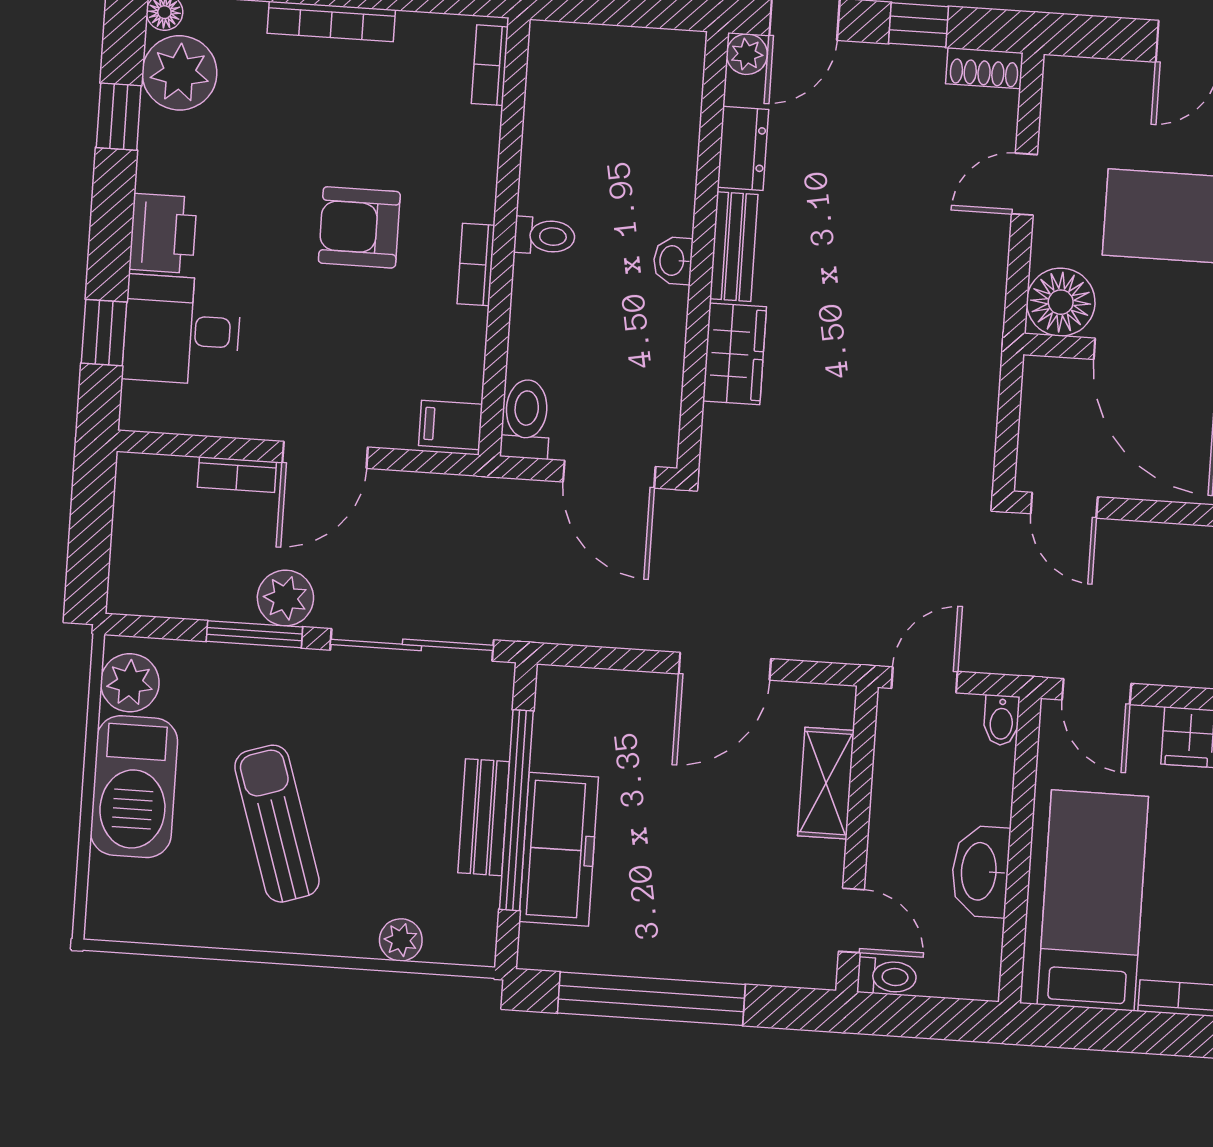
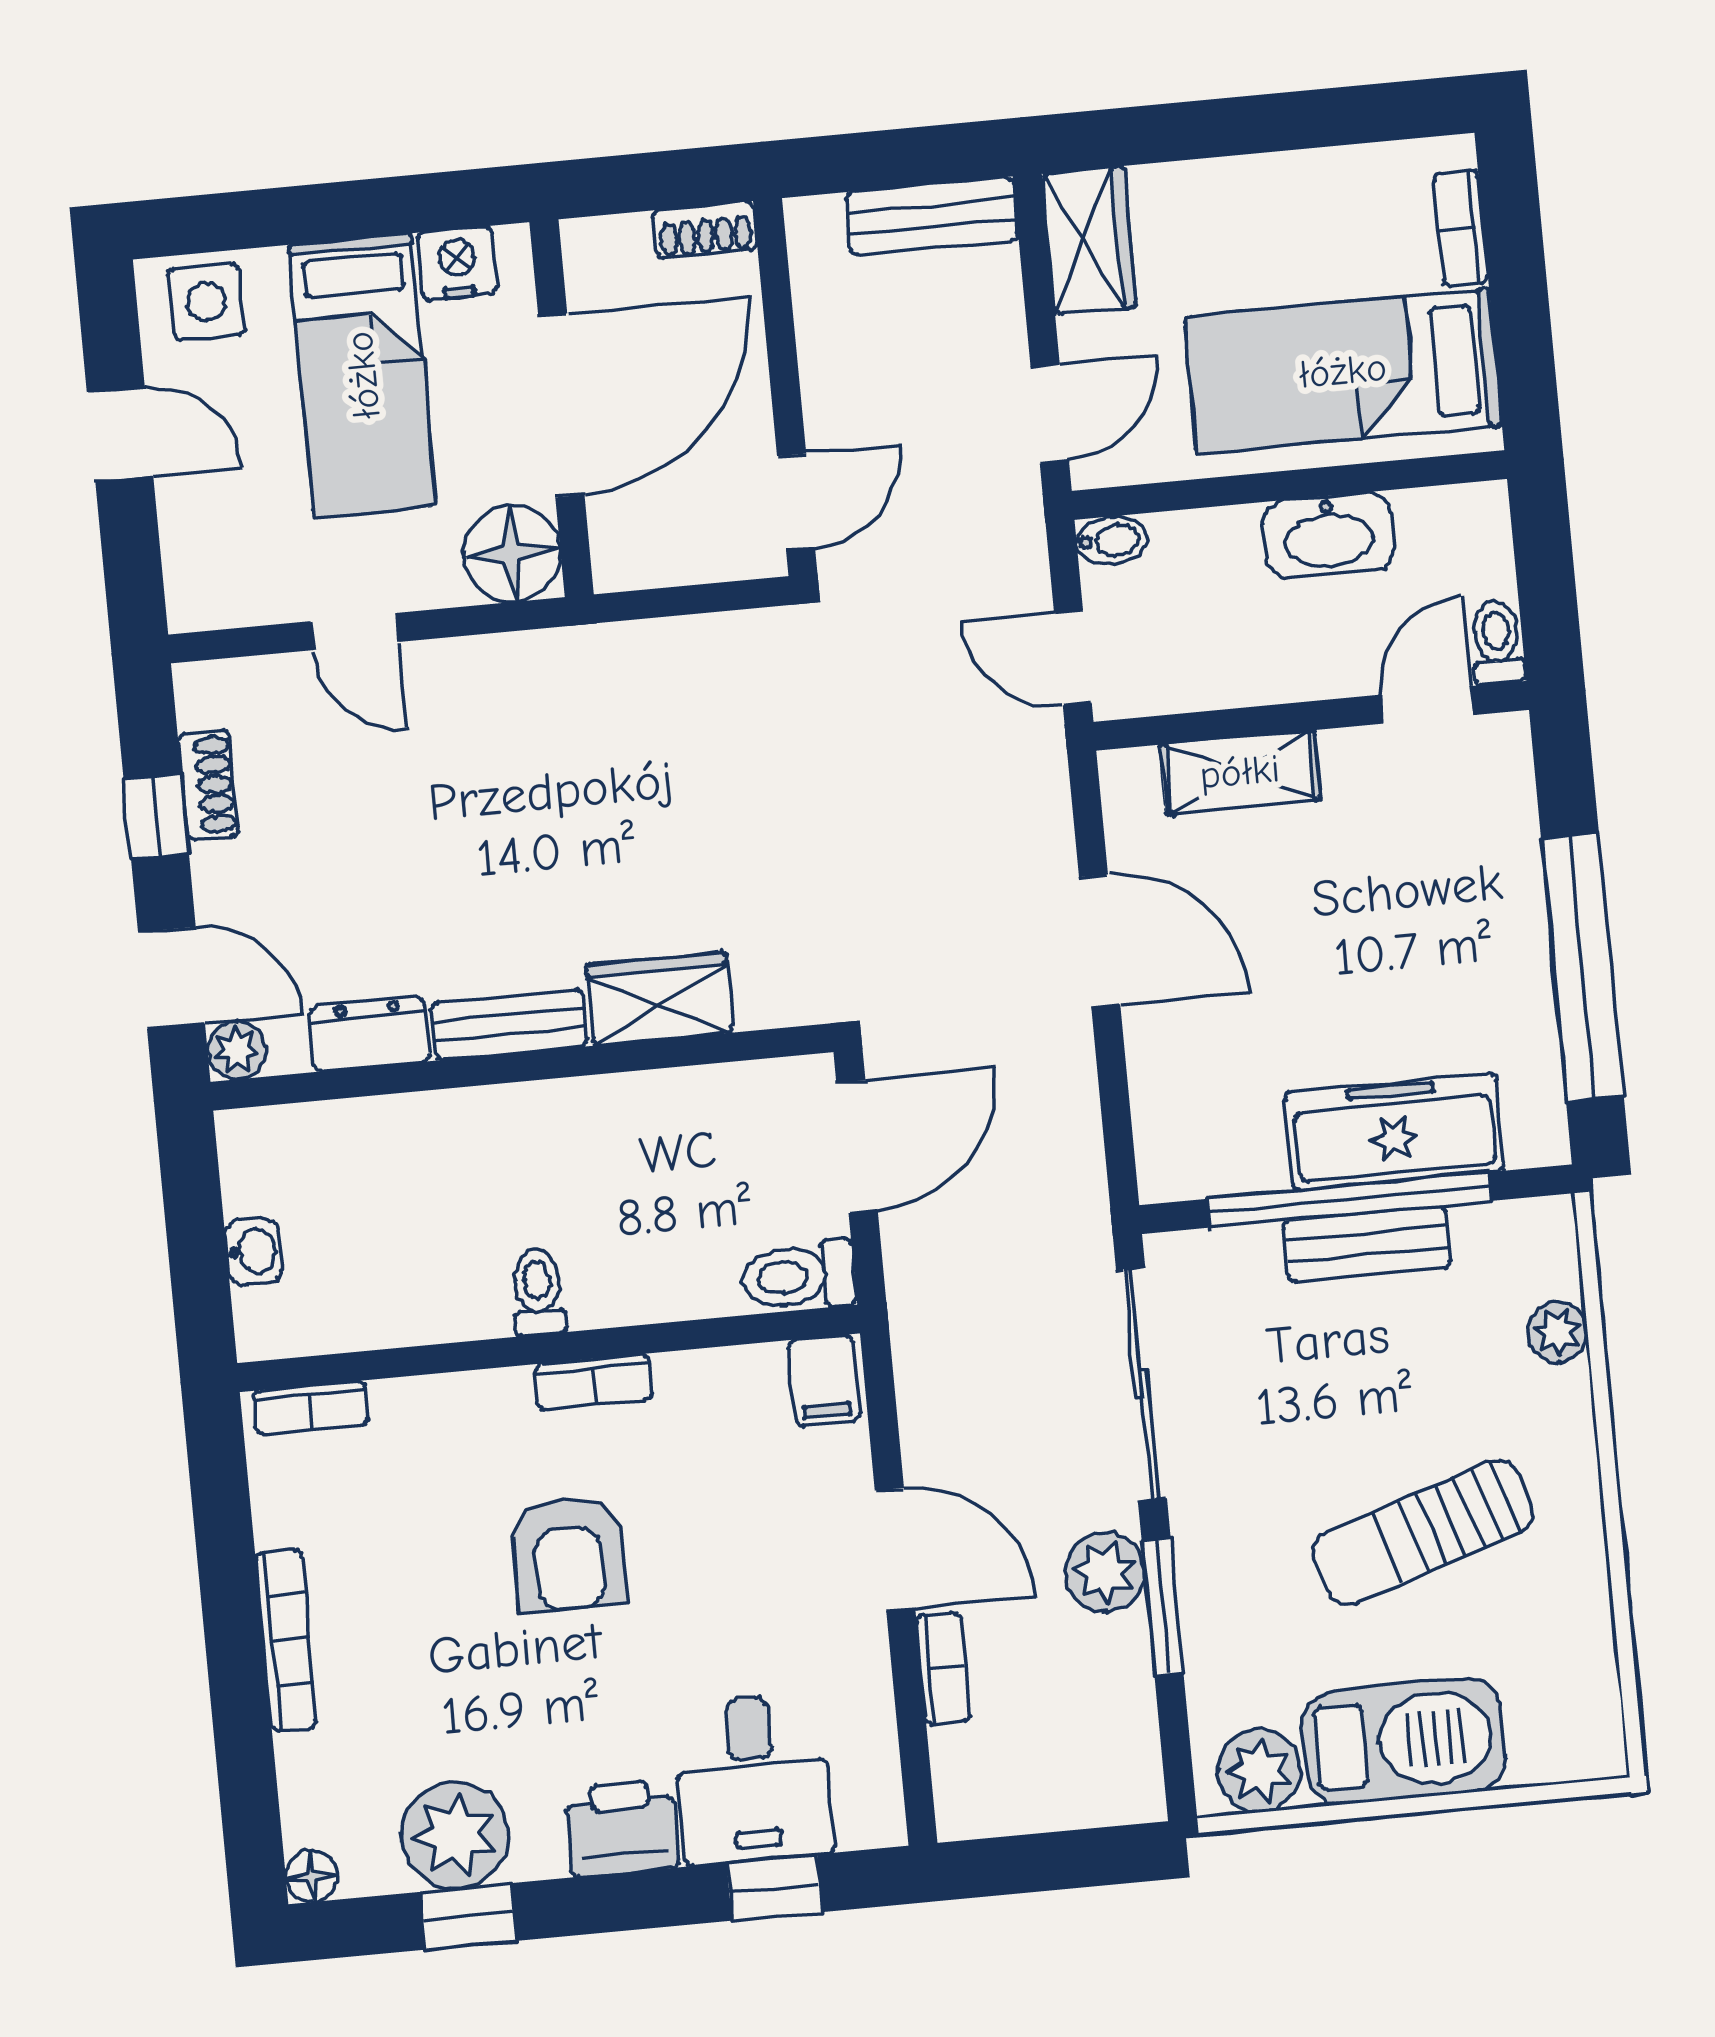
shoe rack: (984, 68) -> (208, 785), moved
plant: (180, 73) -> (455, 1835), moved
washbasin: (673, 261) -> (253, 1251), moved, turned -90

